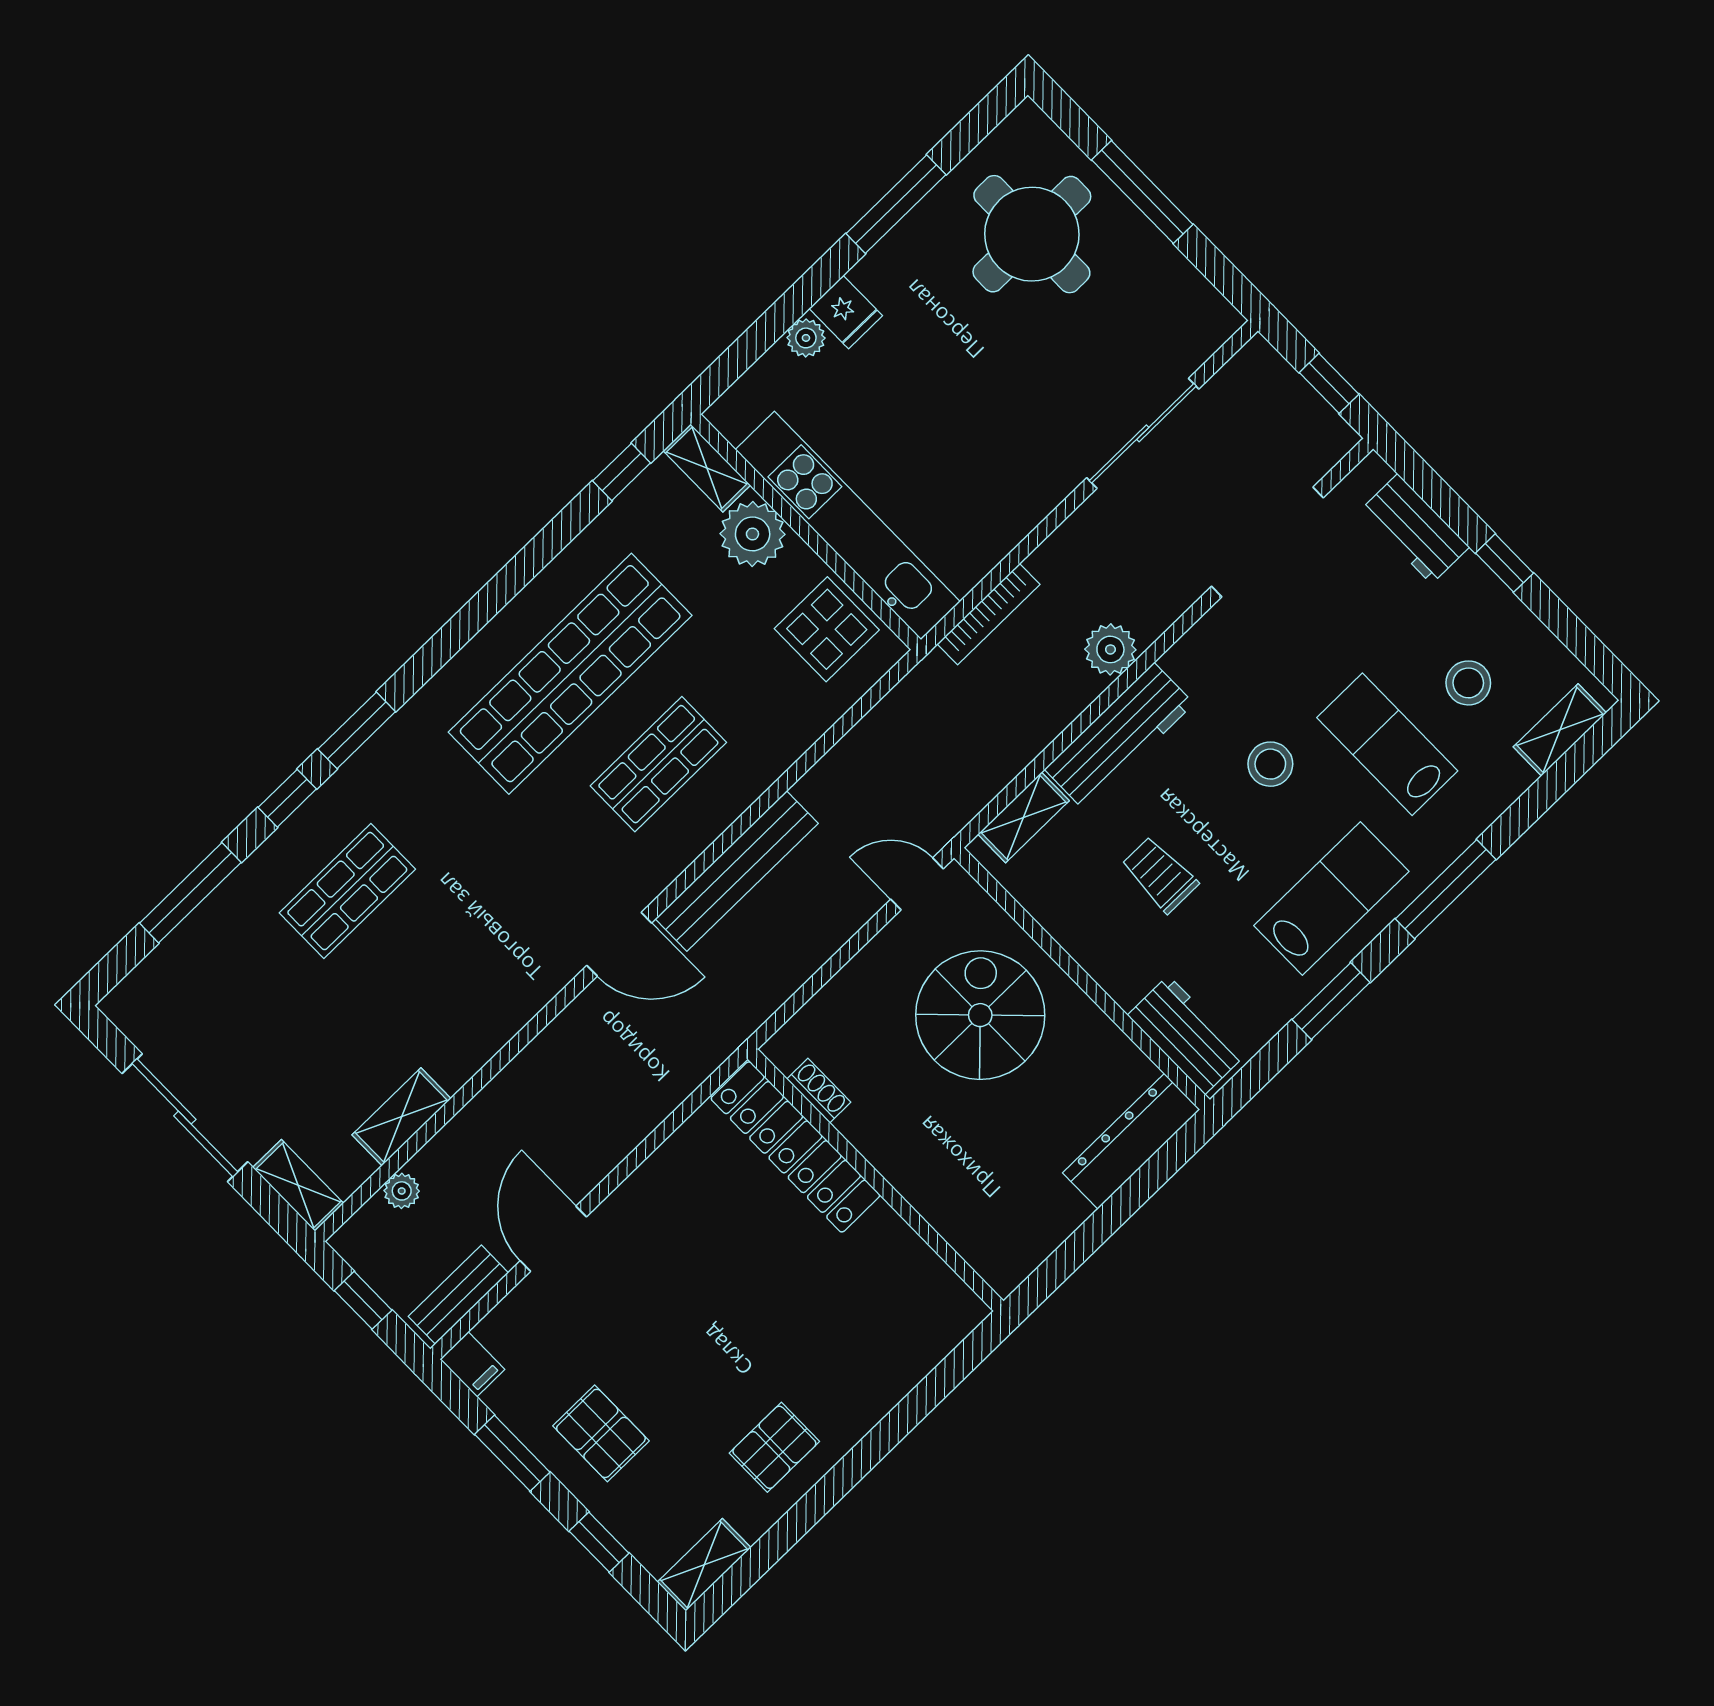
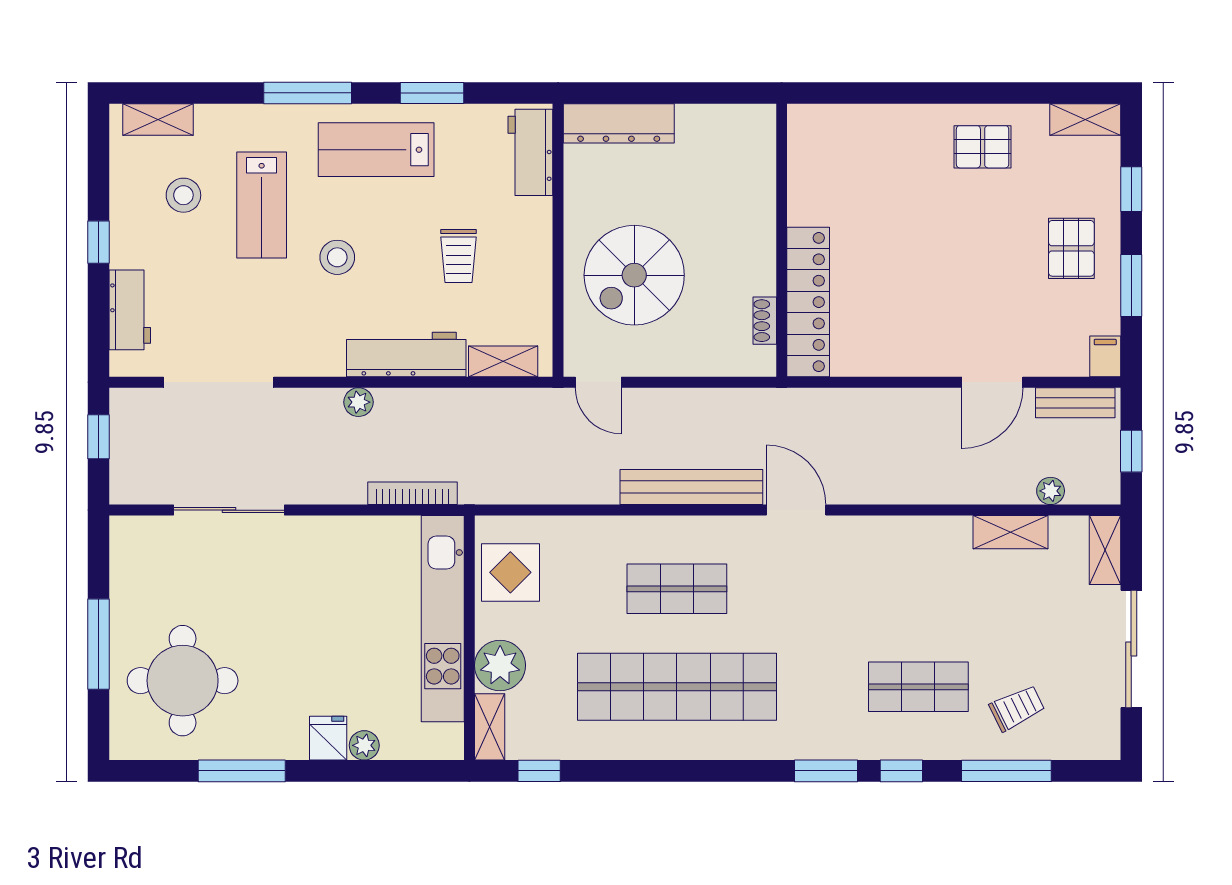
plant: (1110, 649) -> (358, 402), width x0.73, depth x0.73
trolley: (237, 960) -> (1017, 708), added

